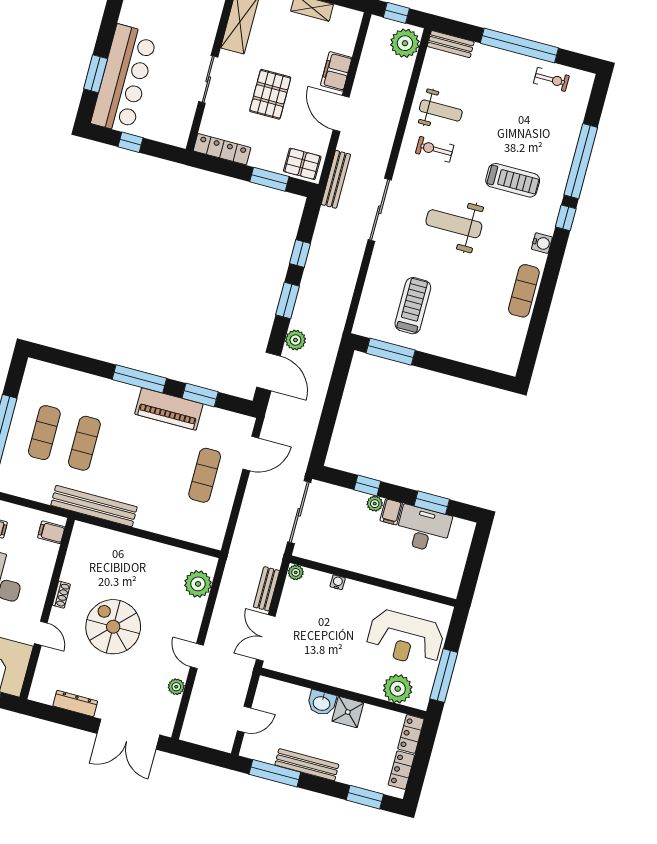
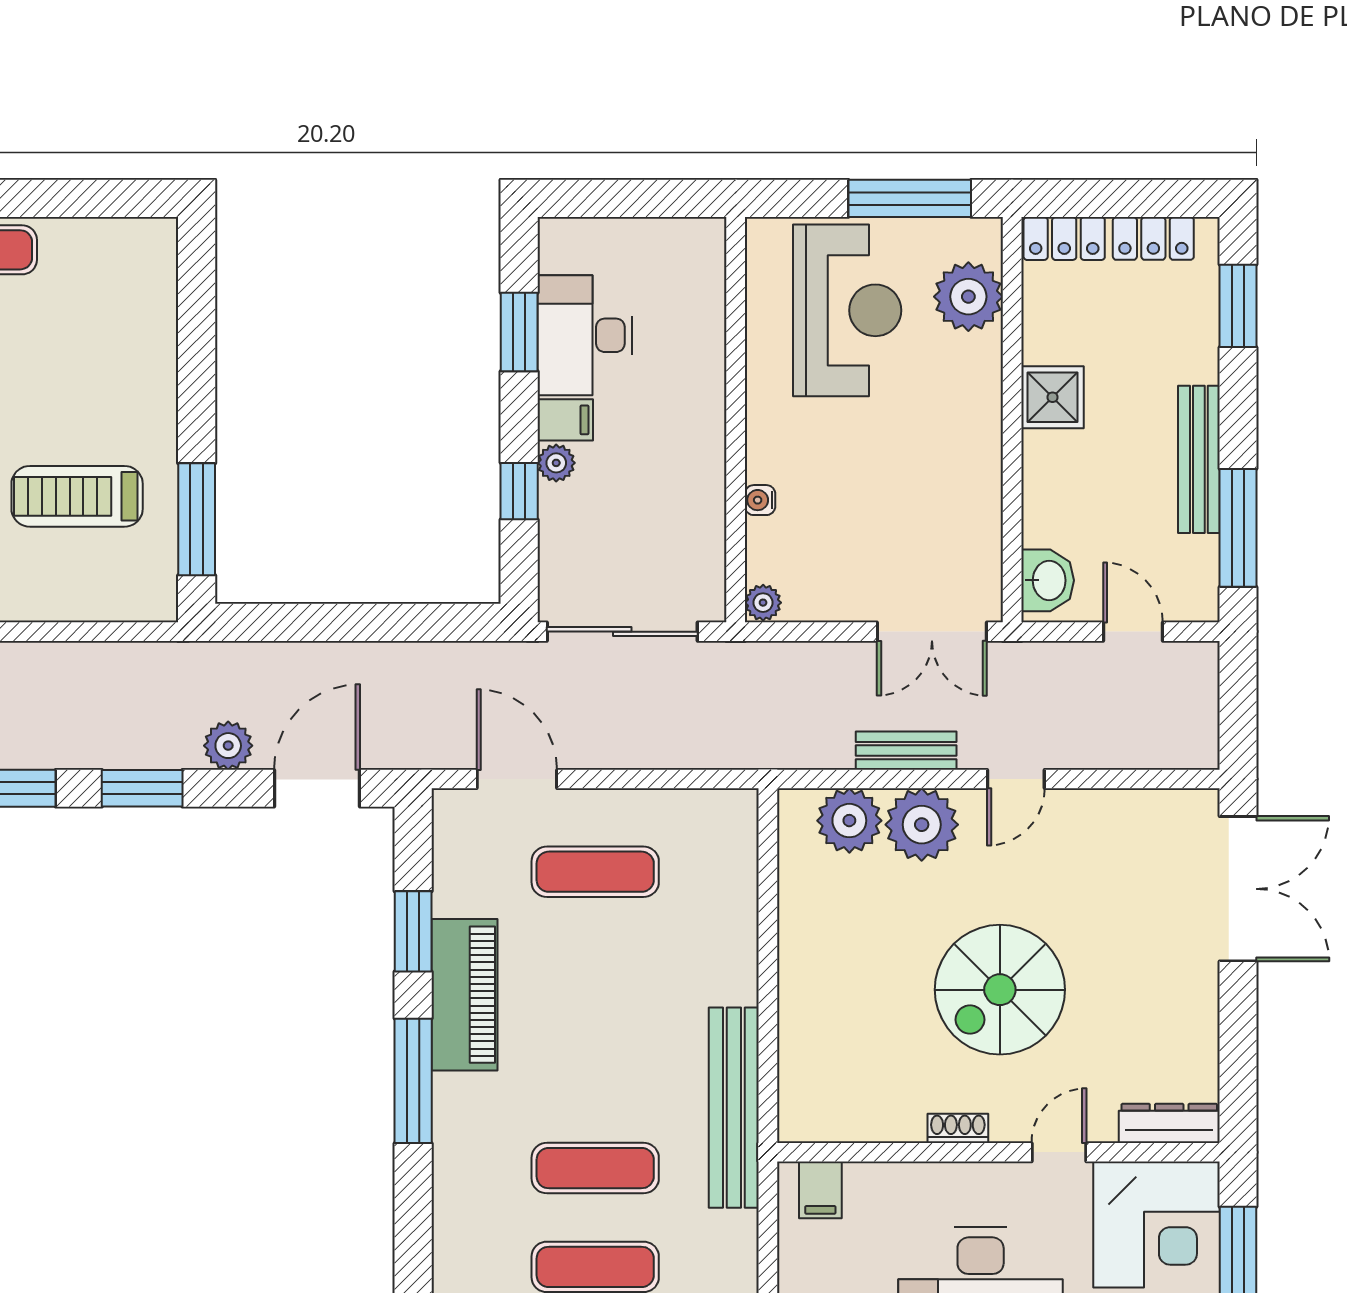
bench: (266, 589) -> (906, 751), moved
plant: (176, 687) -> (922, 825), moved, width x1.87, depth x1.87
washbasin: (322, 703) -> (1048, 580), moved
dresser: (75, 704) -> (1169, 1123), moved, turned 90

